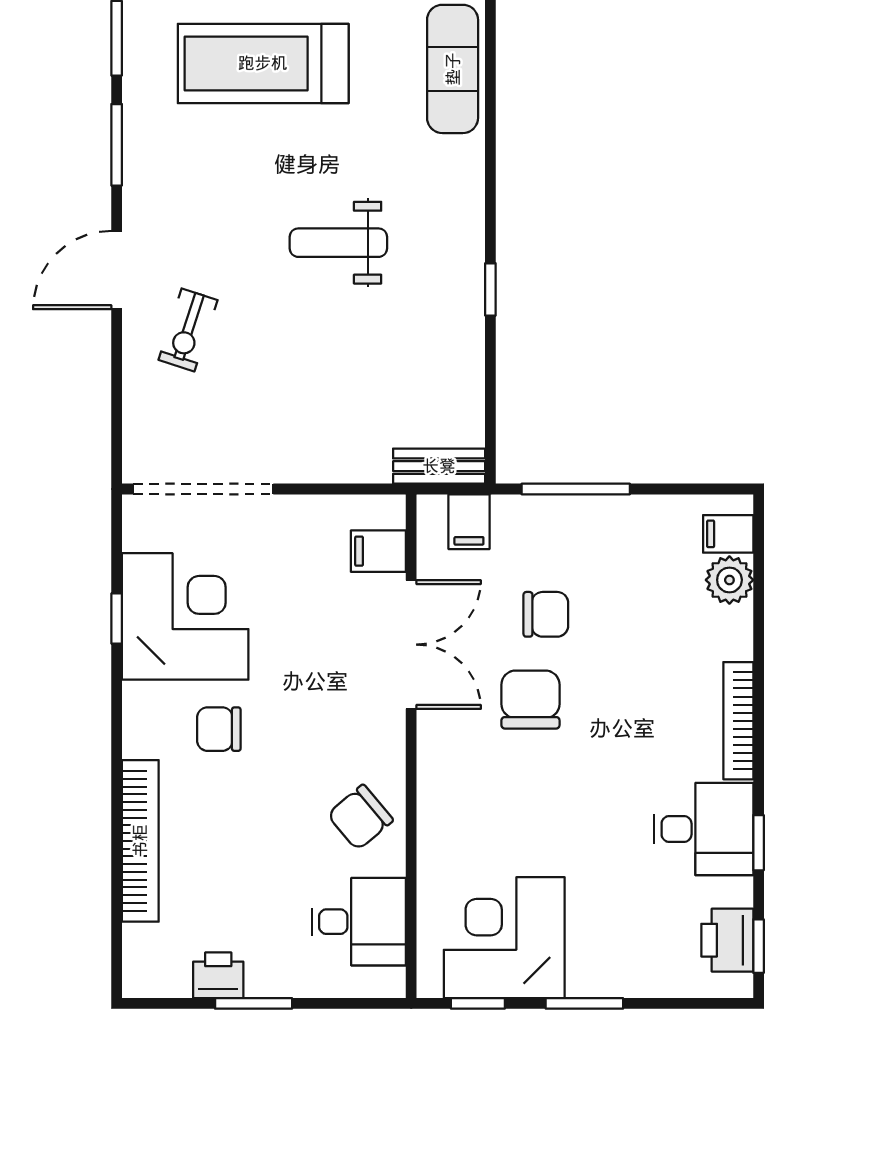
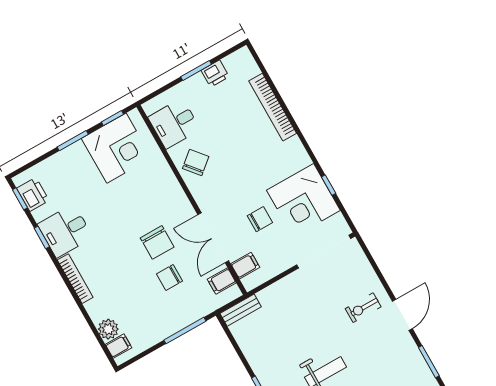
exercise bike: (188, 330) -> (363, 308), turned -108
filing cabinet: (469, 522) -> (222, 281), moved, turned -90
chair: (219, 729) -> (260, 219), moved

